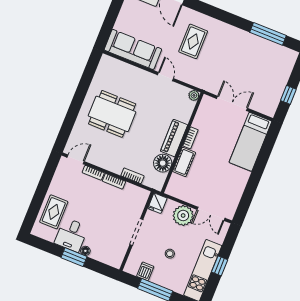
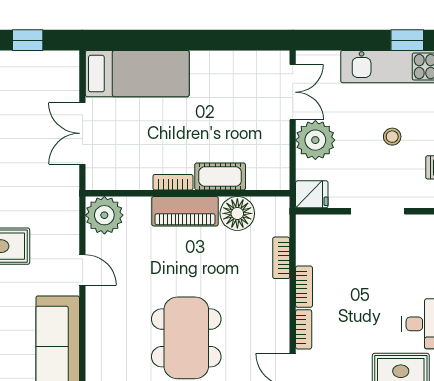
door: (165, 77) -> (82, 270), swing flipped
plant: (194, 95) -> (104, 215), width x1.87, depth x1.87
window: (220, 266) -> (407, 40), moved

